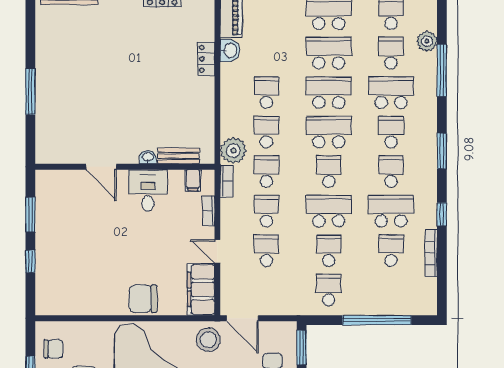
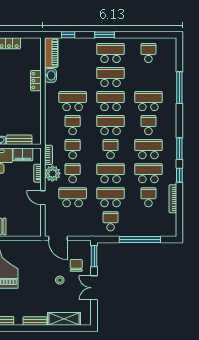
plant: (427, 41) -> (170, 70), removed
school desk: (391, 53) -> (148, 77), removed
school desk: (266, 93) -> (73, 101), width x1.85
plant: (233, 151) -> (52, 173), moved
window: (442, 151) -> (179, 149), moved
school desk: (391, 172) -> (148, 149), width x1.85
filing cabinet: (193, 180) -> (23, 154), width x2.00
school desk: (266, 251) -> (73, 197), width x1.85
school desk: (329, 251) -> (111, 197), width x1.85
filing cabinet: (201, 289) -> (33, 221), removed
stool: (208, 340) -> (37, 251), removed

